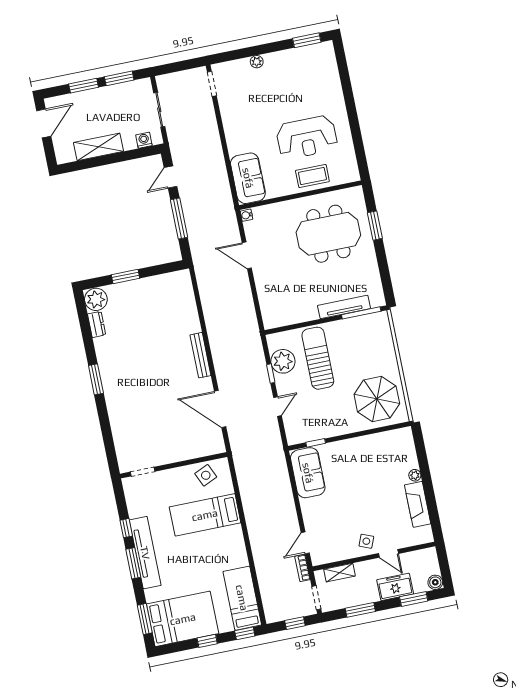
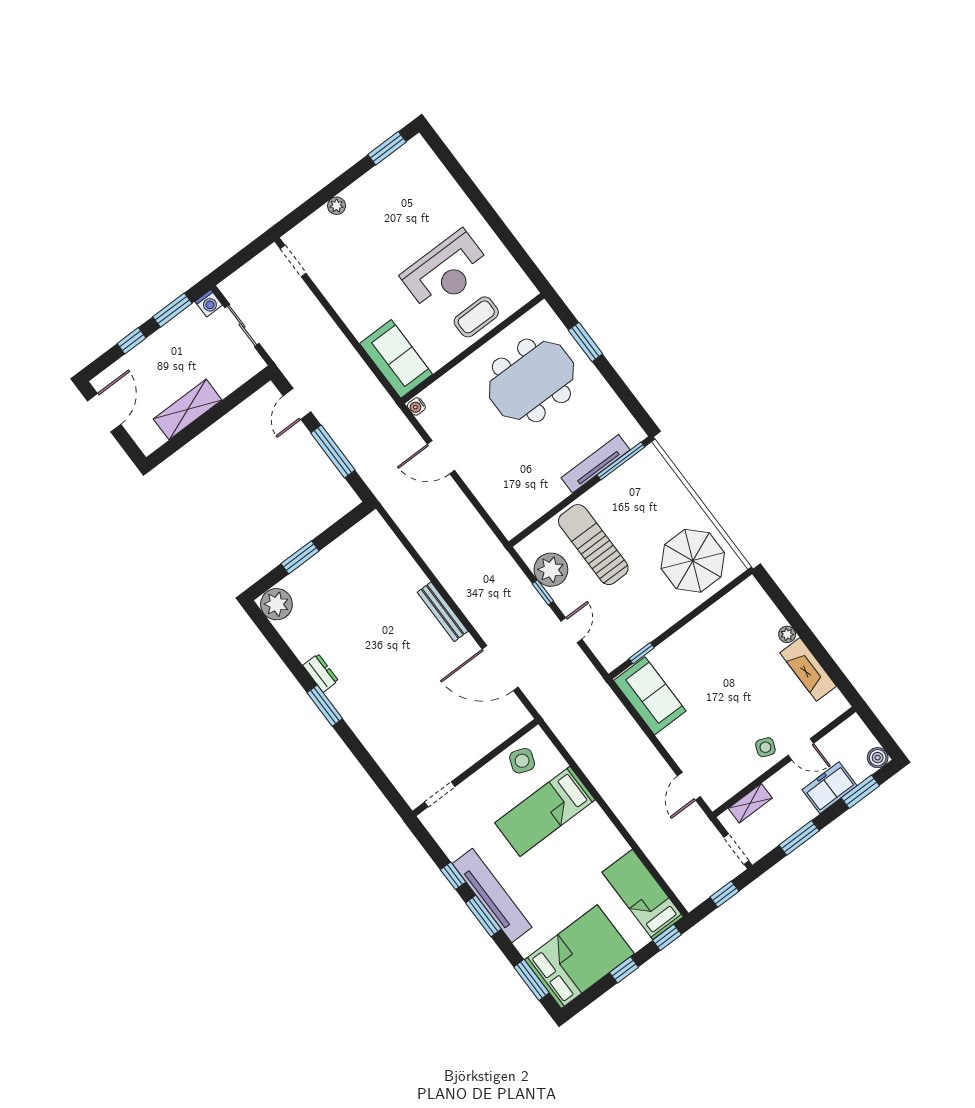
window: (84, 86) -> (132, 341), width x0.67
washing machine: (144, 140) -> (209, 303), moved, turned 180
dresser: (97, 324) -> (321, 673), moved
side table: (206, 475) -> (522, 761), turned 45
bookcase: (303, 568) -> (701, 820), removed

